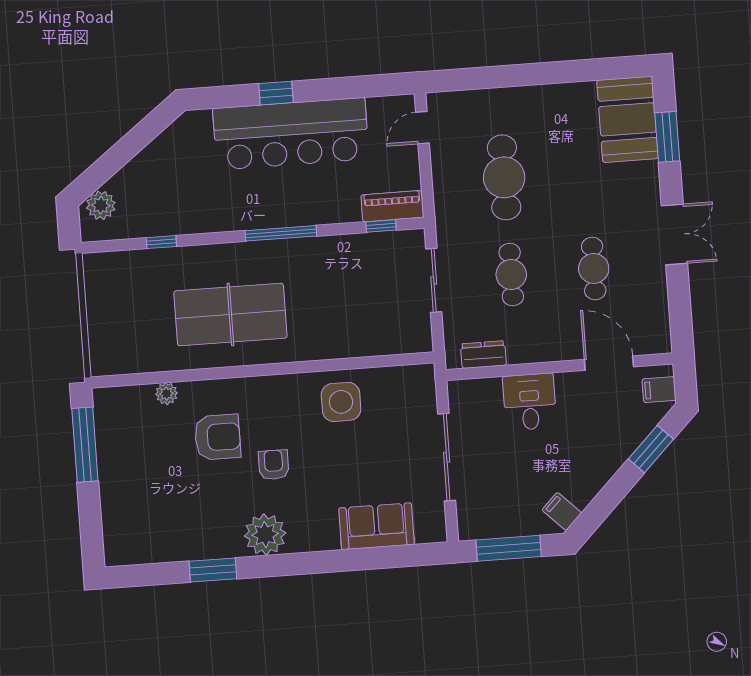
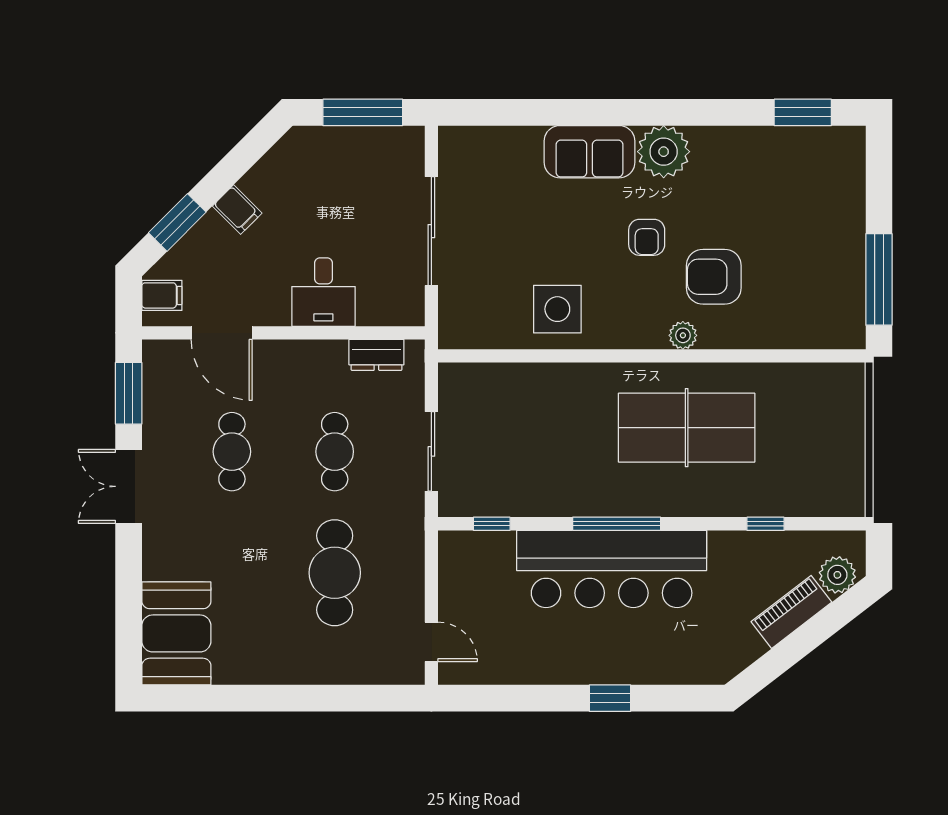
door: (422, 128) -> (431, 642), hinge flipped
bar counter: (291, 134) -> (612, 569), moved, turned 180
window: (667, 137) -> (129, 393), moved
piano: (392, 206) -> (791, 612), moved, turned 142
plant: (167, 394) -> (683, 335), moved
filing cabinet: (562, 511) -> (237, 210), moved
sofa: (376, 526) -> (589, 152), moved
window: (213, 570) -> (803, 112), moved

